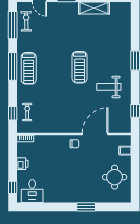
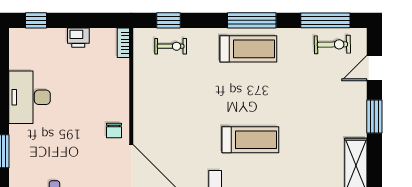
treadmill: (80, 67) -> (250, 140), turned 180
treadmill: (29, 68) -> (248, 49), turned 180
desk: (32, 191) -> (30, 97), moved, width x1.37

